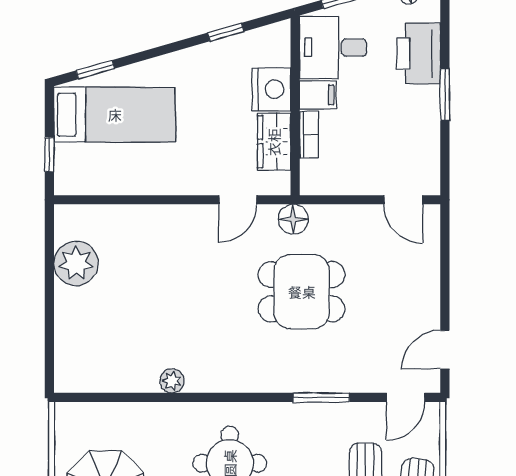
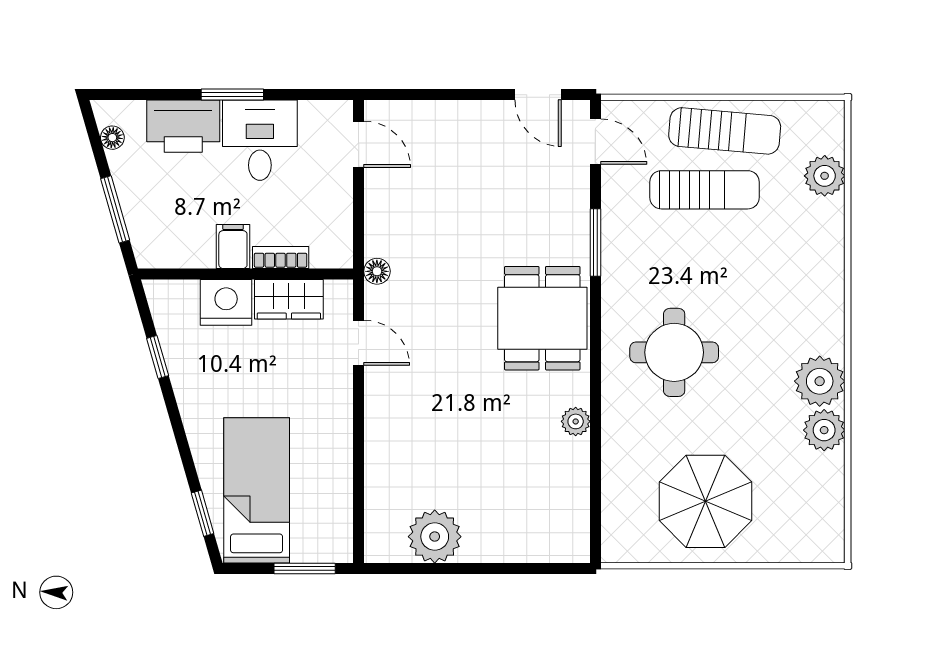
desk: (333, 48) -> (260, 140), moved, turned 180
window: (49, 155) -> (305, 568), width x1.50
door: (403, 200) -> (359, 144), hinge flipped
floor lamp: (293, 219) -> (377, 271), width x0.73, depth x0.73
dining table: (302, 292) -> (542, 318), moved

